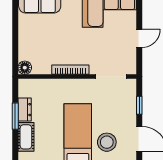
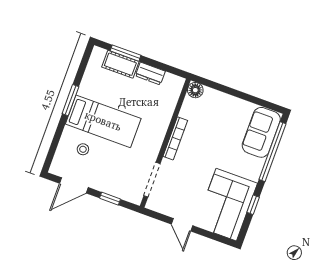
window: (15, 116) -> (126, 53), moved
stool: (107, 142) -> (83, 149), width x0.53, depth x0.53

